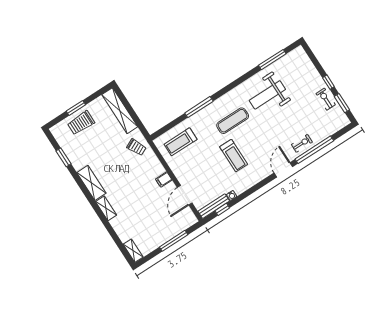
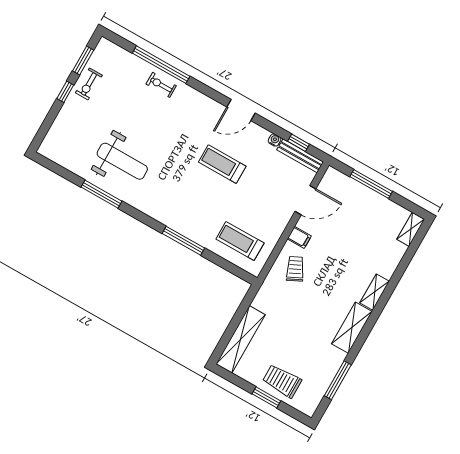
window: (272, 60) -> (102, 194), moved
exercise mat: (233, 121) -> (178, 189), removed
trolley: (81, 123) -> (282, 381), turned 180
treadmill: (181, 142) -> (240, 241), turned 180
trolley: (136, 147) -> (295, 269), moved
treadmill: (234, 156) -> (222, 164), turned -90
window: (64, 157) -> (338, 380), width x1.44
door: (283, 170) -> (241, 110), moved

